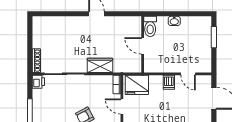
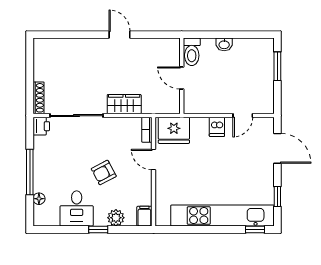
door: (188, 74) -> (243, 116), hinge flipped

